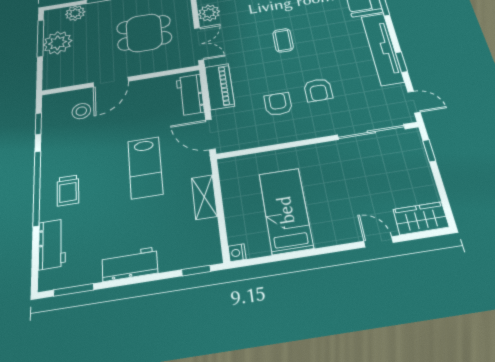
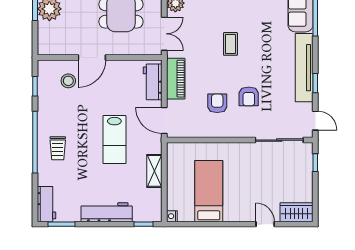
workbench: (52, 244) -> (46, 204), moved
workbench: (130, 264) -> (107, 212), width x1.38

